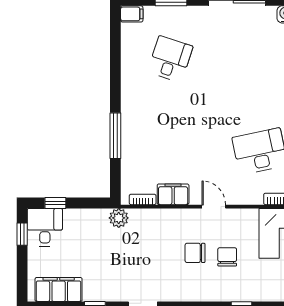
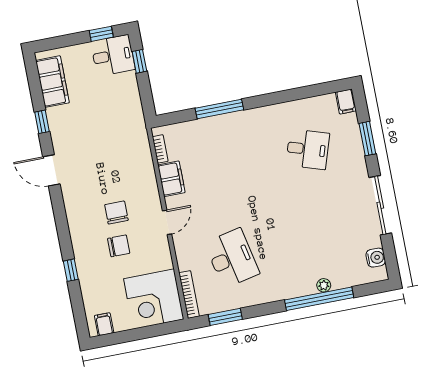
plant: (119, 218) -> (137, 128), removed

